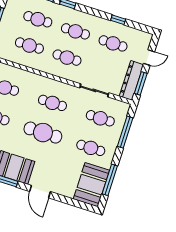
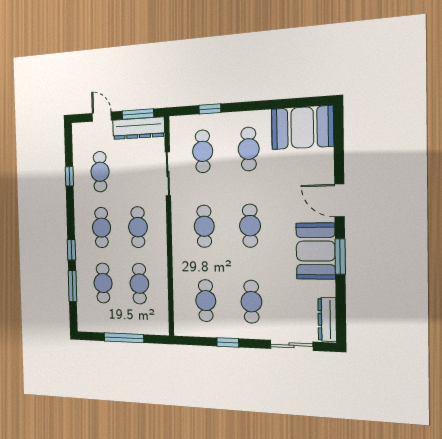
window: (125, 132) -> (210, 109), width x0.46
cafe table: (43, 133) -> (250, 226), width x0.73, depth x0.74
window: (110, 180) -> (286, 104), removed
door: (40, 192) -> (339, 200), swing flipped

